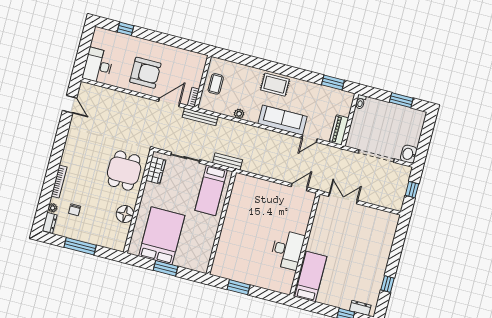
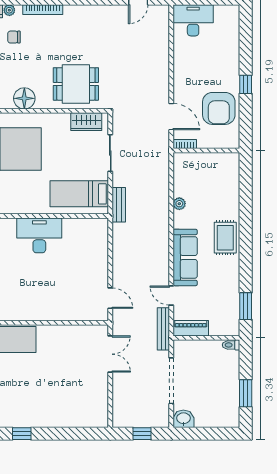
window: (126, 29) -> (246, 84), moved
armchair: (145, 73) -> (219, 108), moved
coffee table: (216, 84) -> (208, 167), removed
bench: (200, 117) -> (163, 329), moved
desk: (287, 250) -> (39, 235), moved, turned 180

